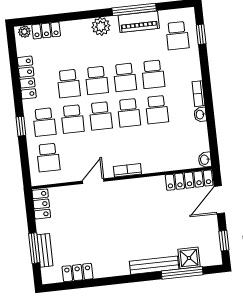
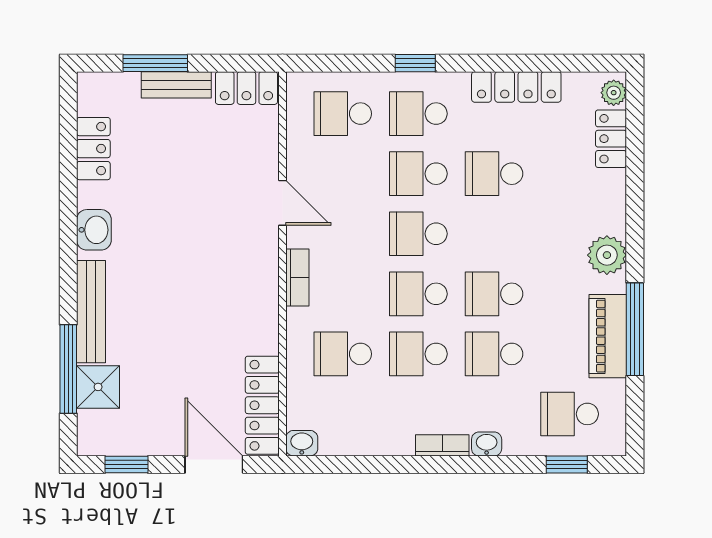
school desk: (97, 80) -> (343, 354), moved
washbasin: (200, 115) -> (487, 444), moved
bench: (45, 250) -> (176, 85), moved
washbasin: (116, 268) -> (94, 230), added

